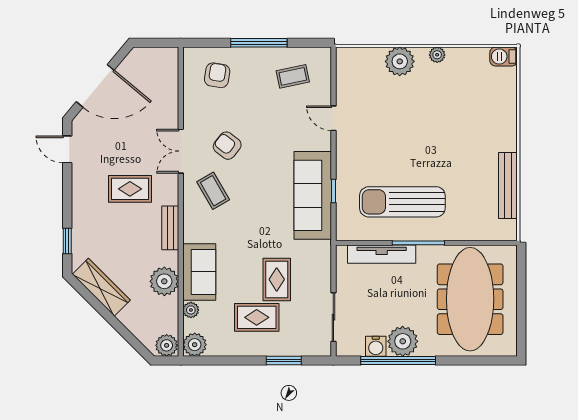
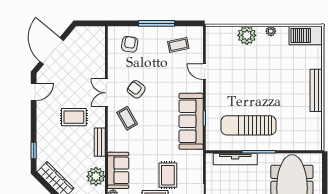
barbecue: (504, 57) -> (306, 36), width x1.88, depth x1.53
door: (95, 86) -> (52, 51), swing flipped
door: (67, 149) -> (34, 92), swing flipped
bench: (508, 186) -> (316, 90), moved

